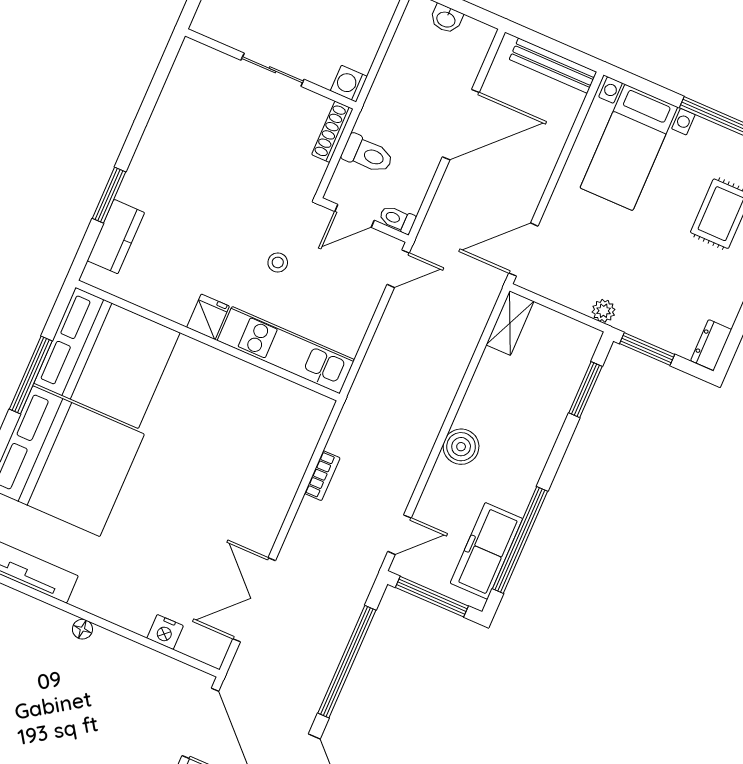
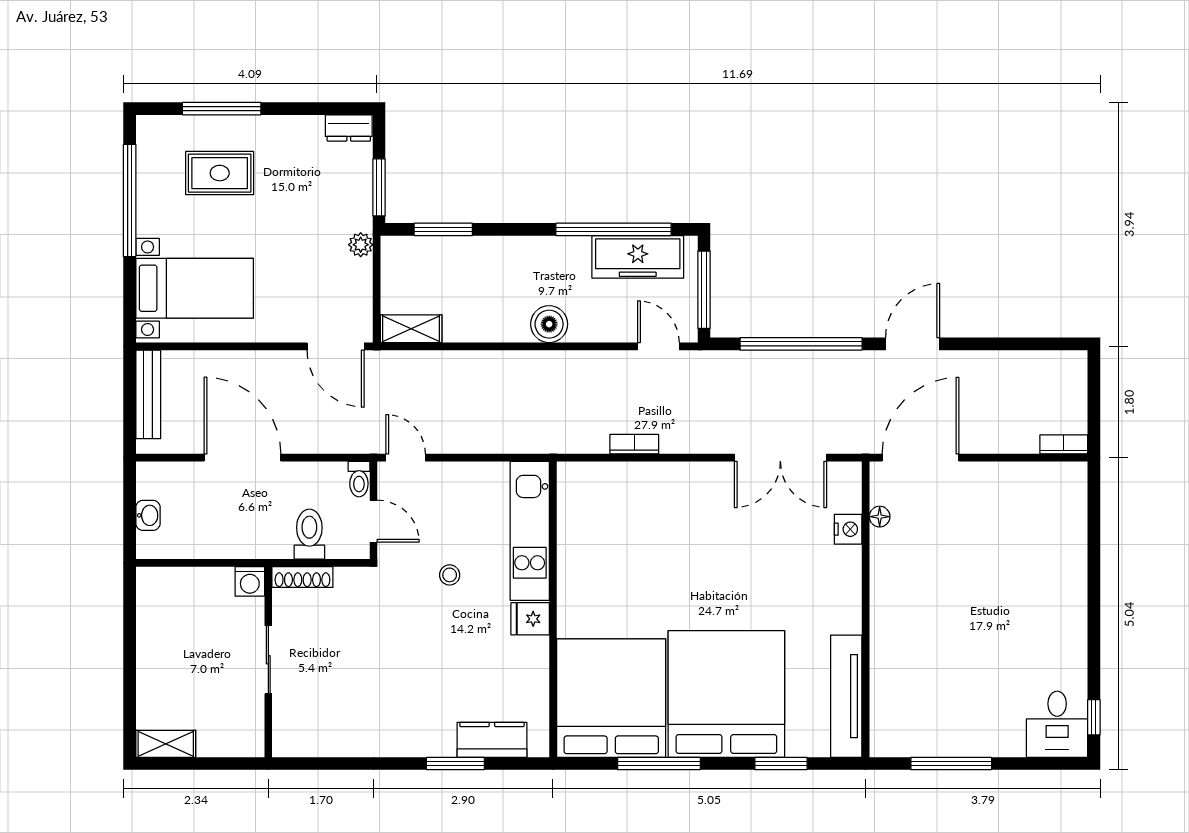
floor lamp: (82, 629) -> (880, 517), moved

